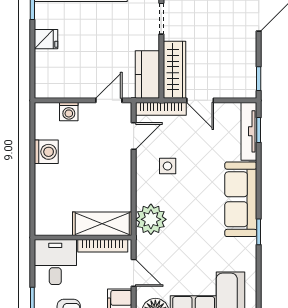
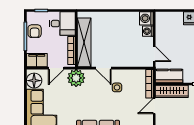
door: (134, 136) -> (104, 68), moved
washing machine: (46, 152) -> (146, 18), moved, turned 90
plant: (151, 219) -> (76, 78), moved
shelving: (102, 224) -> (84, 42), width x1.47

